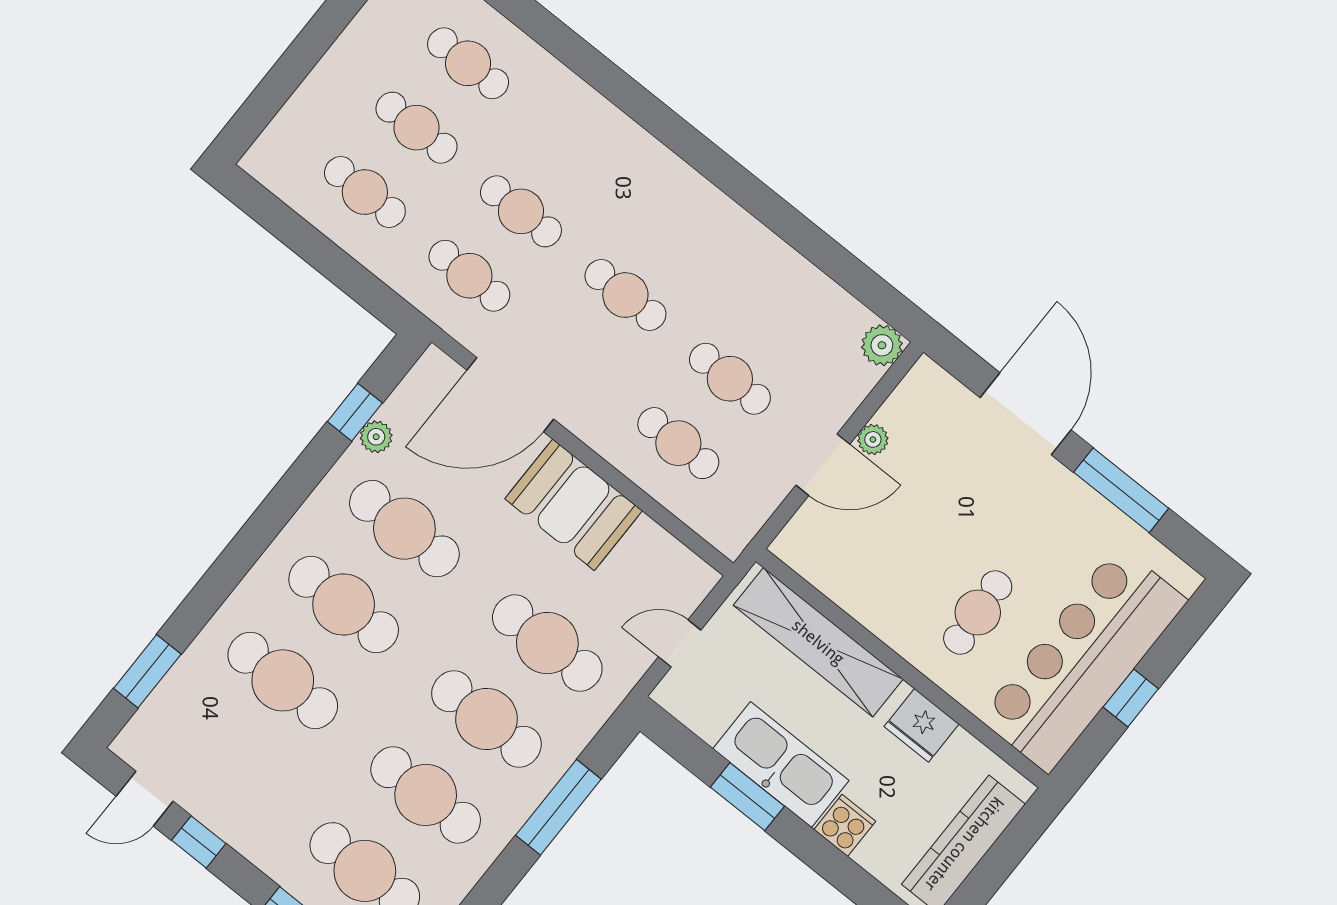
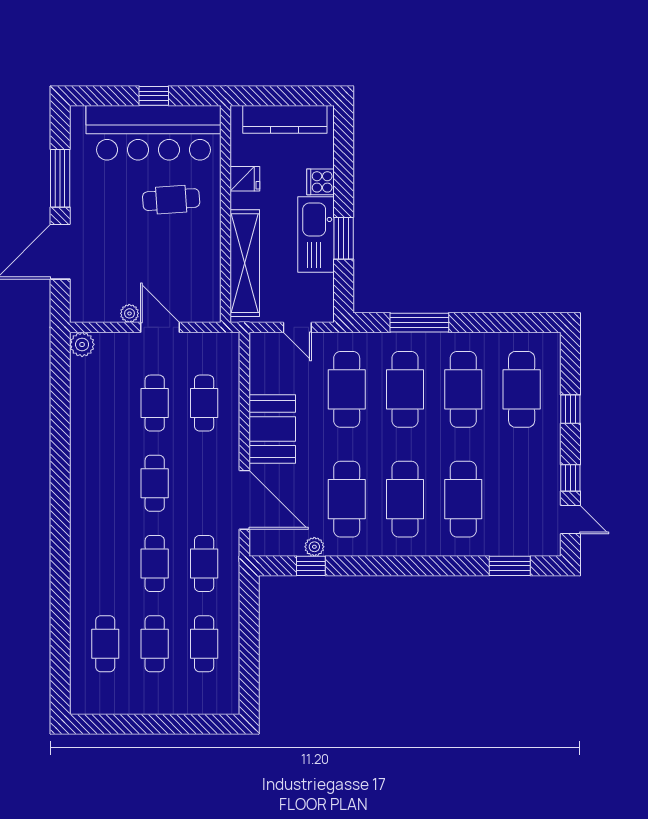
fridge: (921, 725) -> (245, 179), width x0.72

